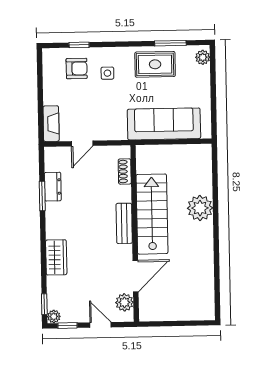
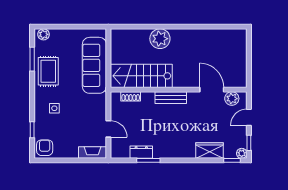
armchair: (77, 68) -> (45, 148), moved
stairs: (152, 214) -> (141, 76), moved
wardrobe: (56, 257) -> (209, 151), moved

